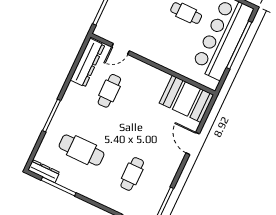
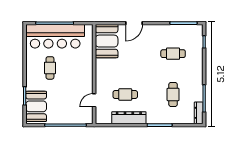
door: (120, 49) -> (94, 100), swing flipped
dresser: (87, 63) -> (129, 118), moved
cafe table: (82, 150) -> (173, 94), width x0.73, depth x0.74

